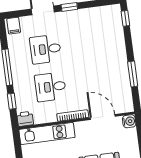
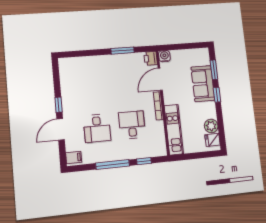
window: (125, 18) -> (72, 54), removed
desk: (51, 87) -> (132, 125), turned 180
printer: (25, 119) -> (151, 58), moved

